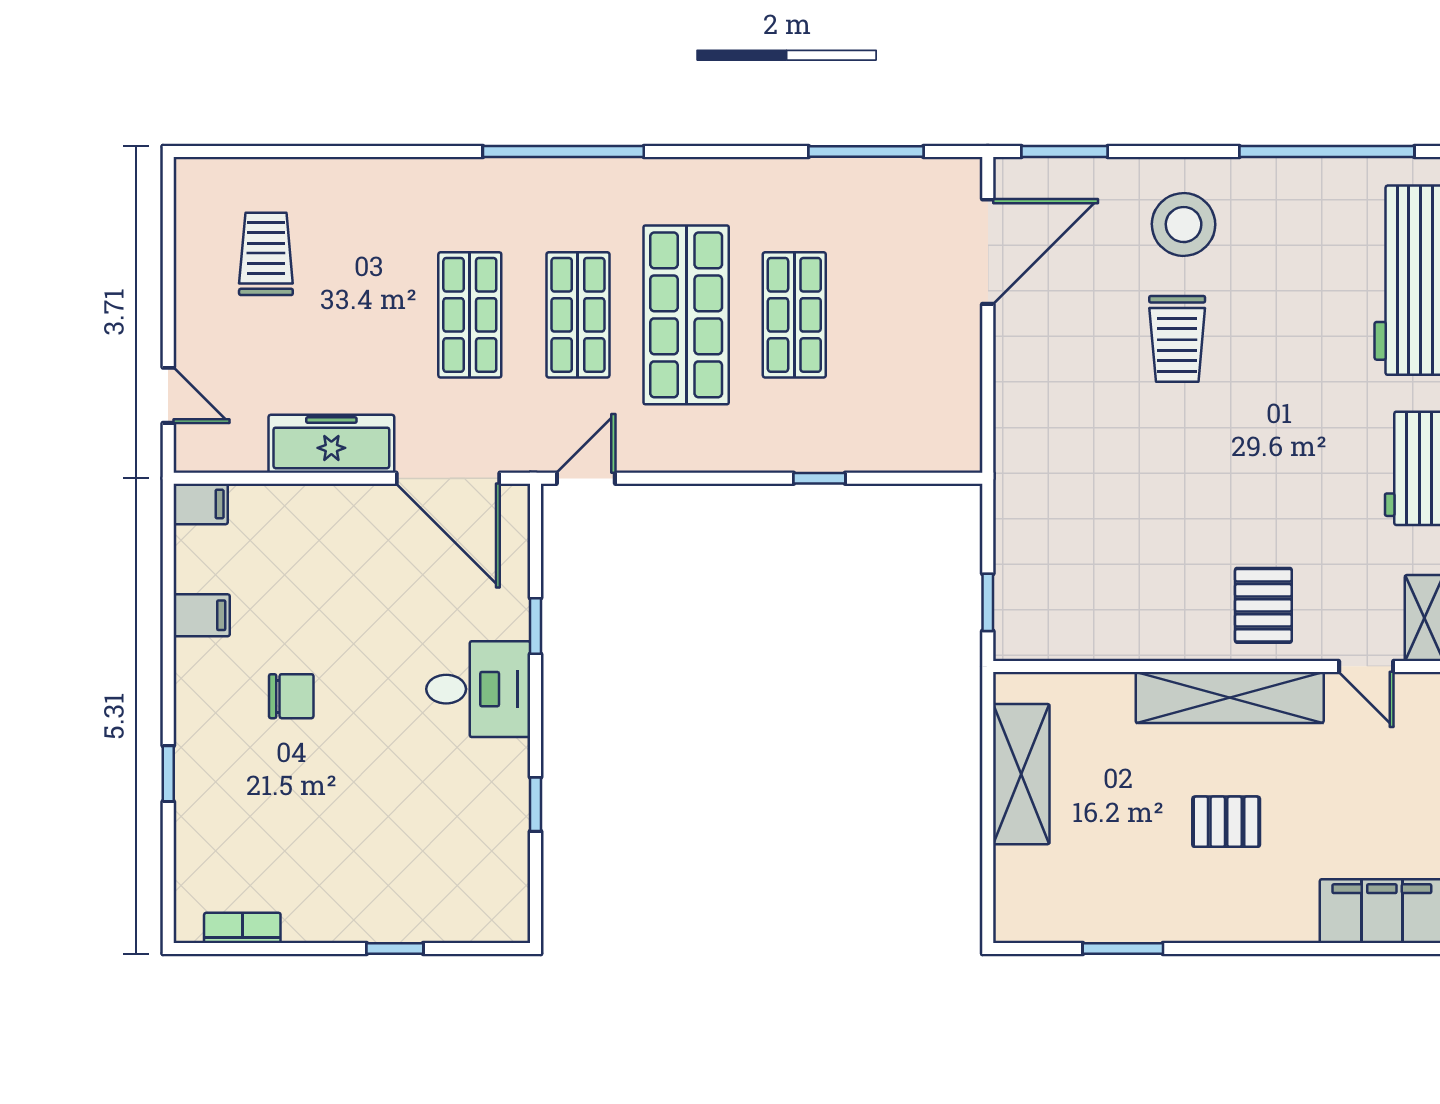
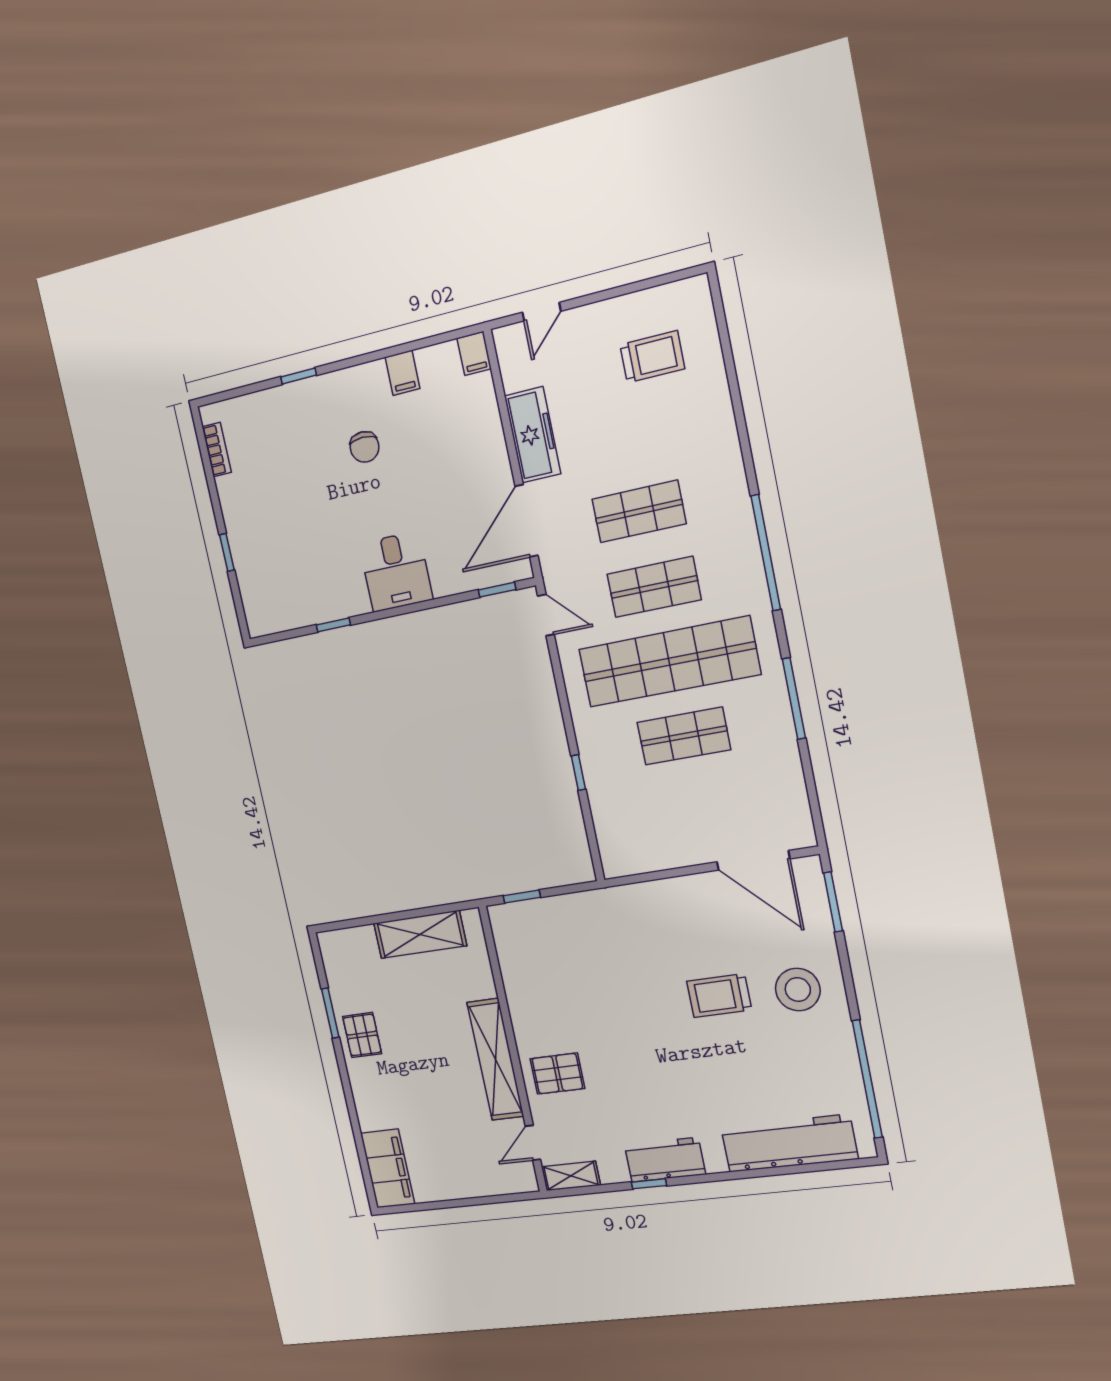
window: (866, 151) -> (794, 699), moved
shop shelf: (686, 315) -> (669, 662), width x1.40
window: (535, 626) -> (497, 590), moved
pallet: (1226, 822) -> (362, 1035), moved

